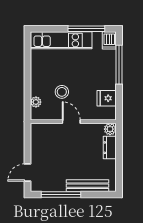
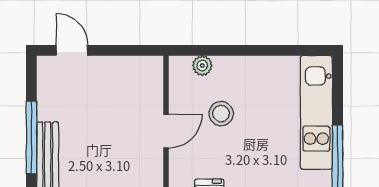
window: (61, 194) -> (31, 137), moved

